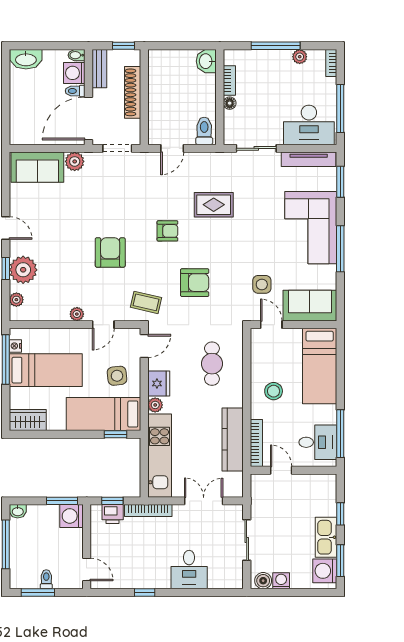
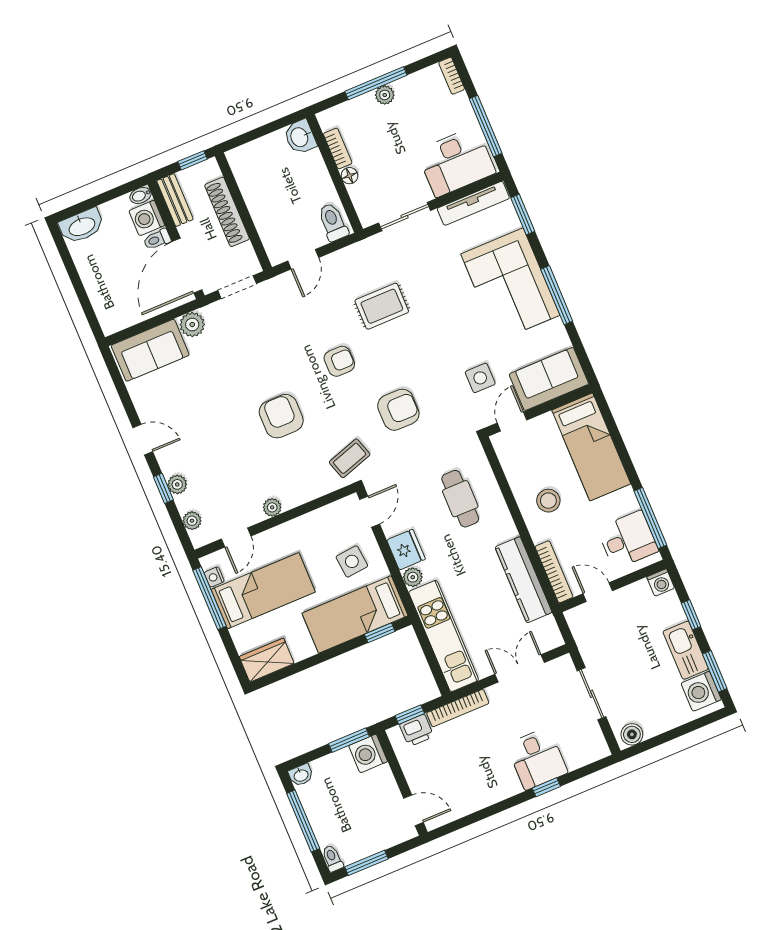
plant: (300, 57) -> (385, 95), moved
plant: (23, 270) -> (177, 484), width x0.53, depth x0.53
coffee table: (146, 302) -> (350, 458), turned -31
door: (103, 325) -> (236, 537), moved
door: (271, 325) -> (512, 422), hinge flipped
toilet: (46, 579) -> (332, 858), moved
washing machine: (281, 581) -> (661, 582), moved, turned 180
window: (145, 593) -> (546, 787), moved

